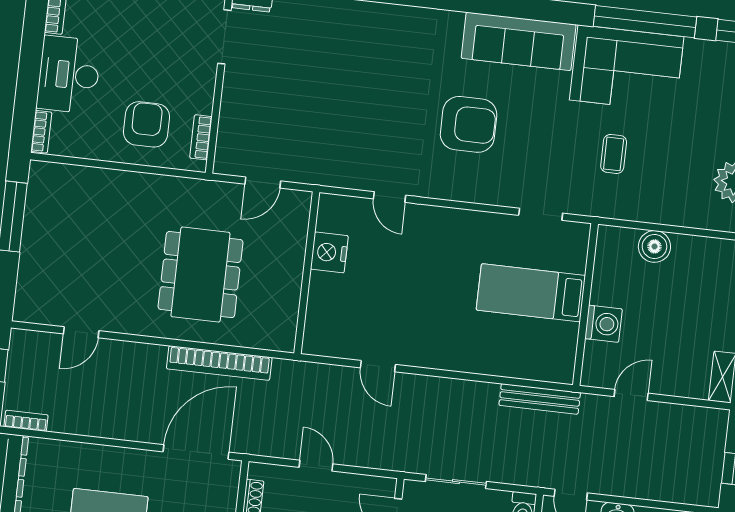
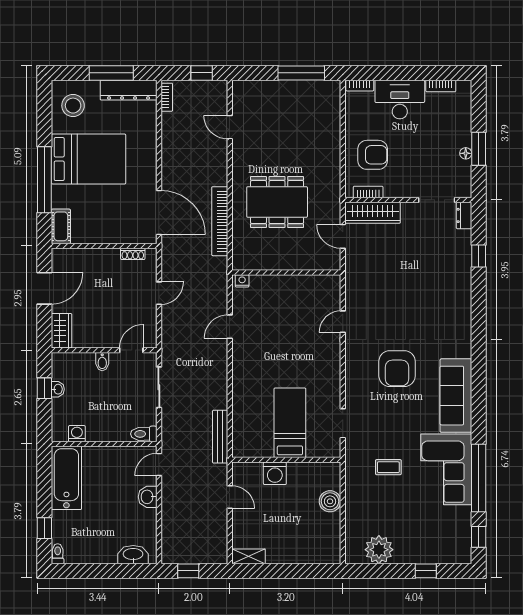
wardrobe: (233, 134) -> (373, 213), added
nightstand: (329, 252) -> (242, 281), moved, width x0.53, depth x0.56

